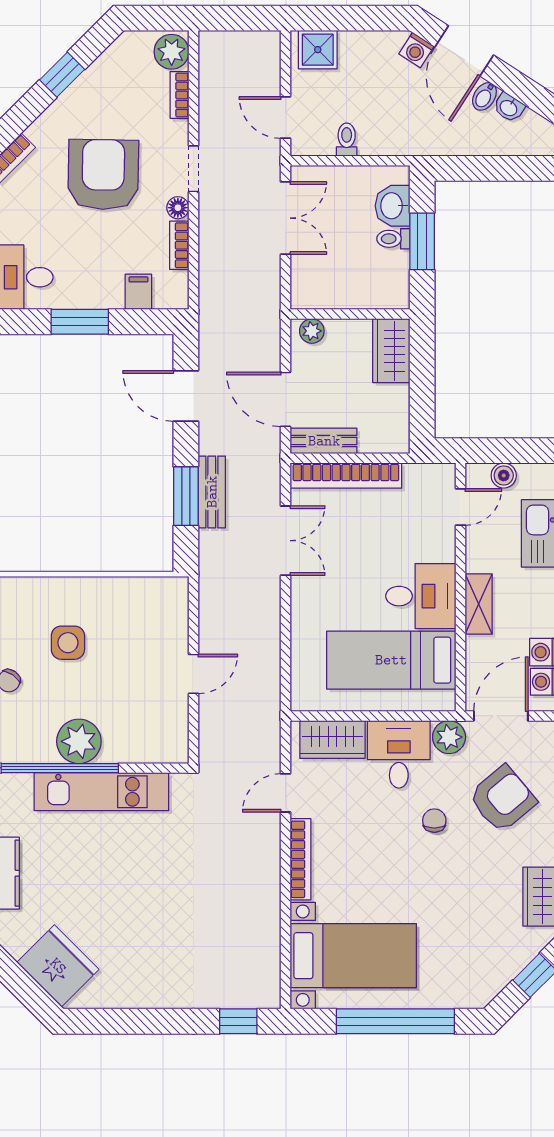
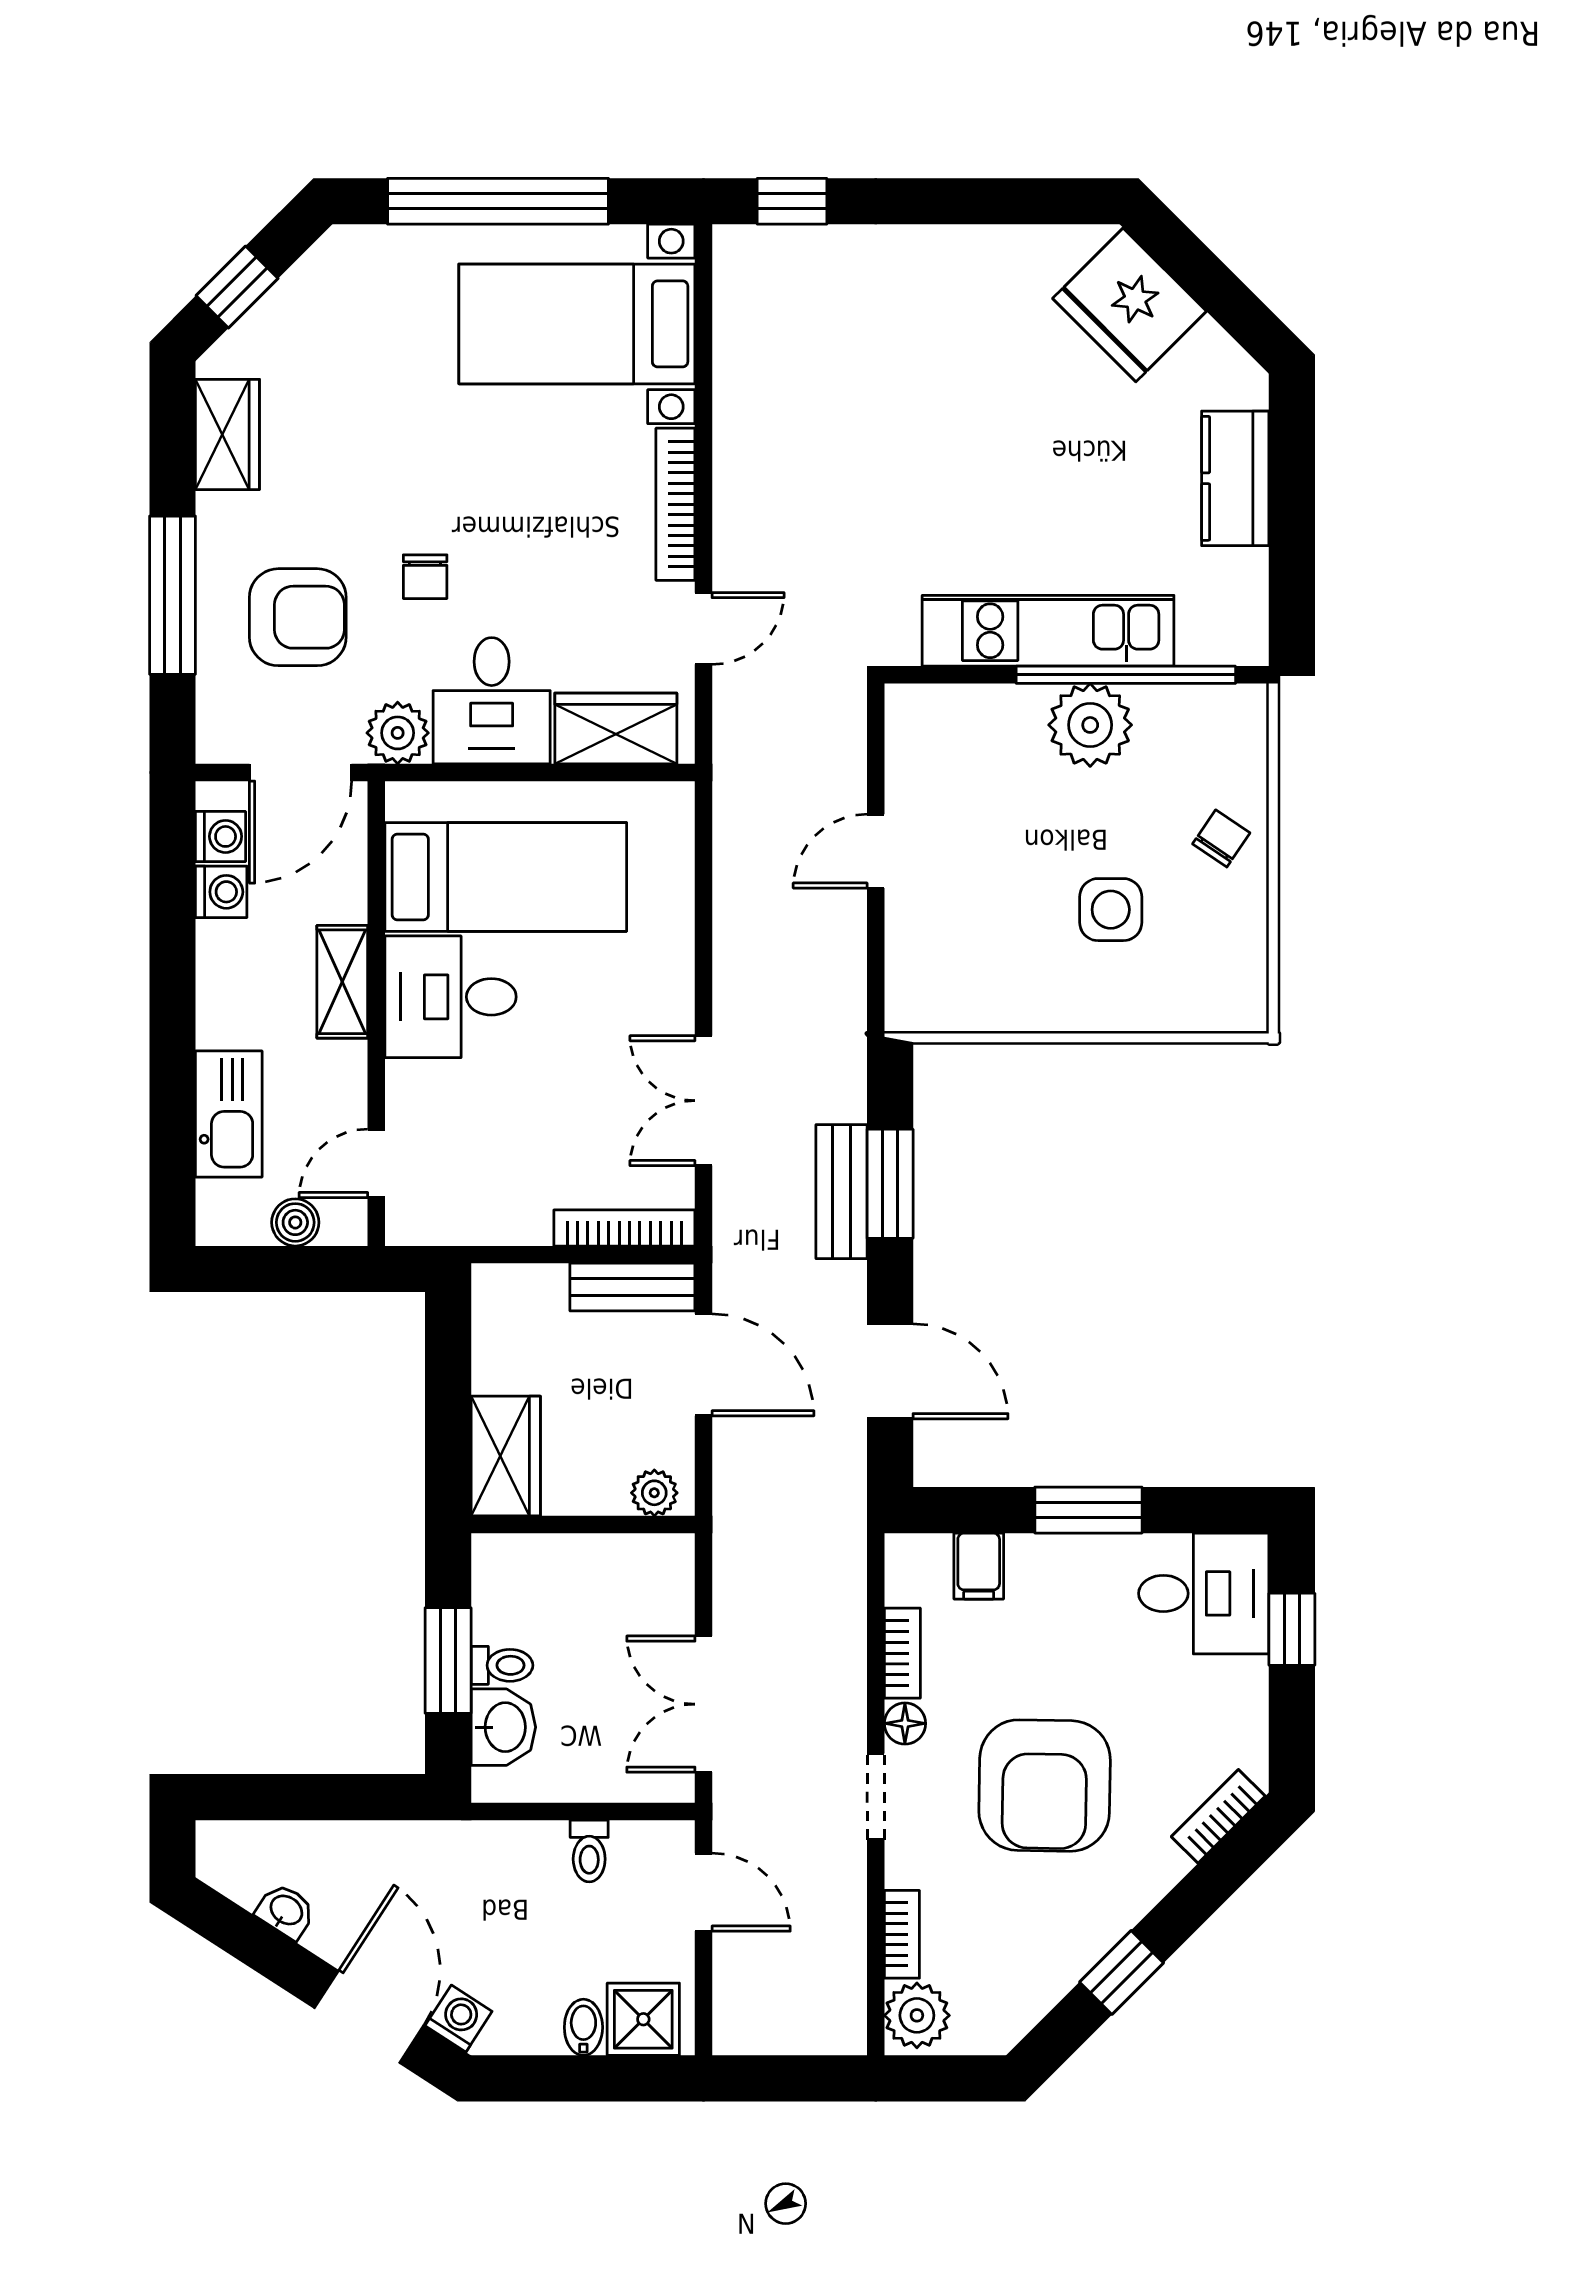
bidet: (484, 96) -> (583, 2027), moved, turned -33
bookcase: (346, 476) -> (624, 1228), width x0.68, depth x0.76
armchair: (502, 799) -> (298, 617), turned -140

